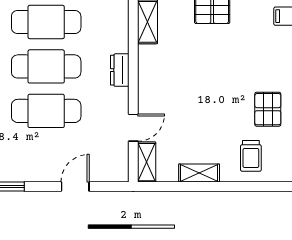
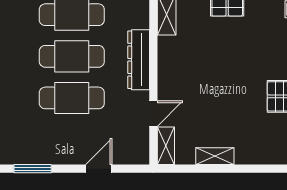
dresser: (120, 70) -> (139, 60), width x1.96, depth x1.24
trolley: (251, 156) -> (263, 140), removed

